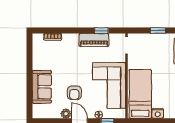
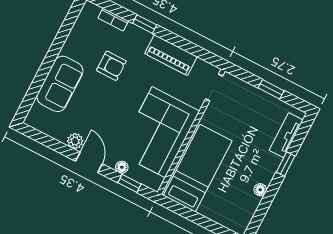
window: (102, 31) -> (145, 24), moved
armchair: (74, 93) -> (111, 66), moved, turned -90
nightstand: (158, 113) -> (208, 210), removed

